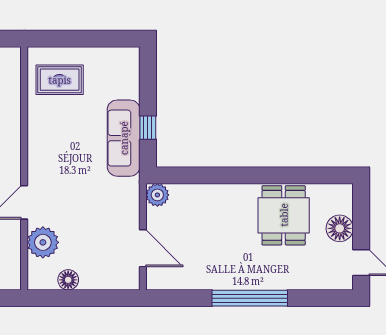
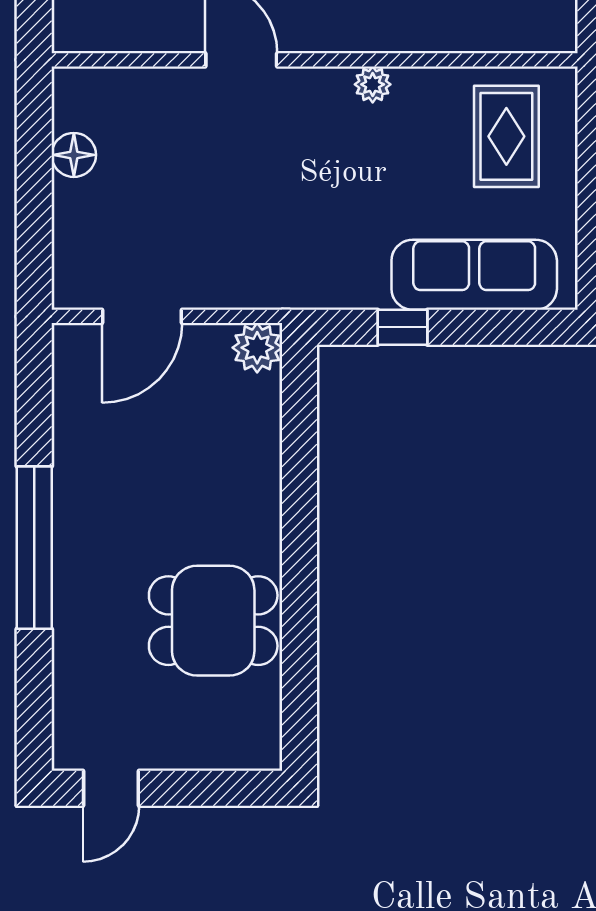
sofa: (124, 138) -> (474, 275), moved
floor lamp: (340, 228) -> (185, 742), removed
plant: (43, 242) -> (373, 84), moved, width x0.53, depth x0.53

